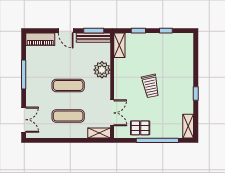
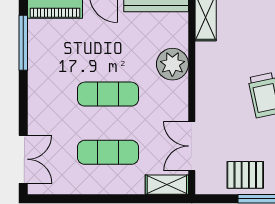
window: (24, 75) -> (23, 43), moved
double door: (112, 113) -> (192, 146), swing flipped

